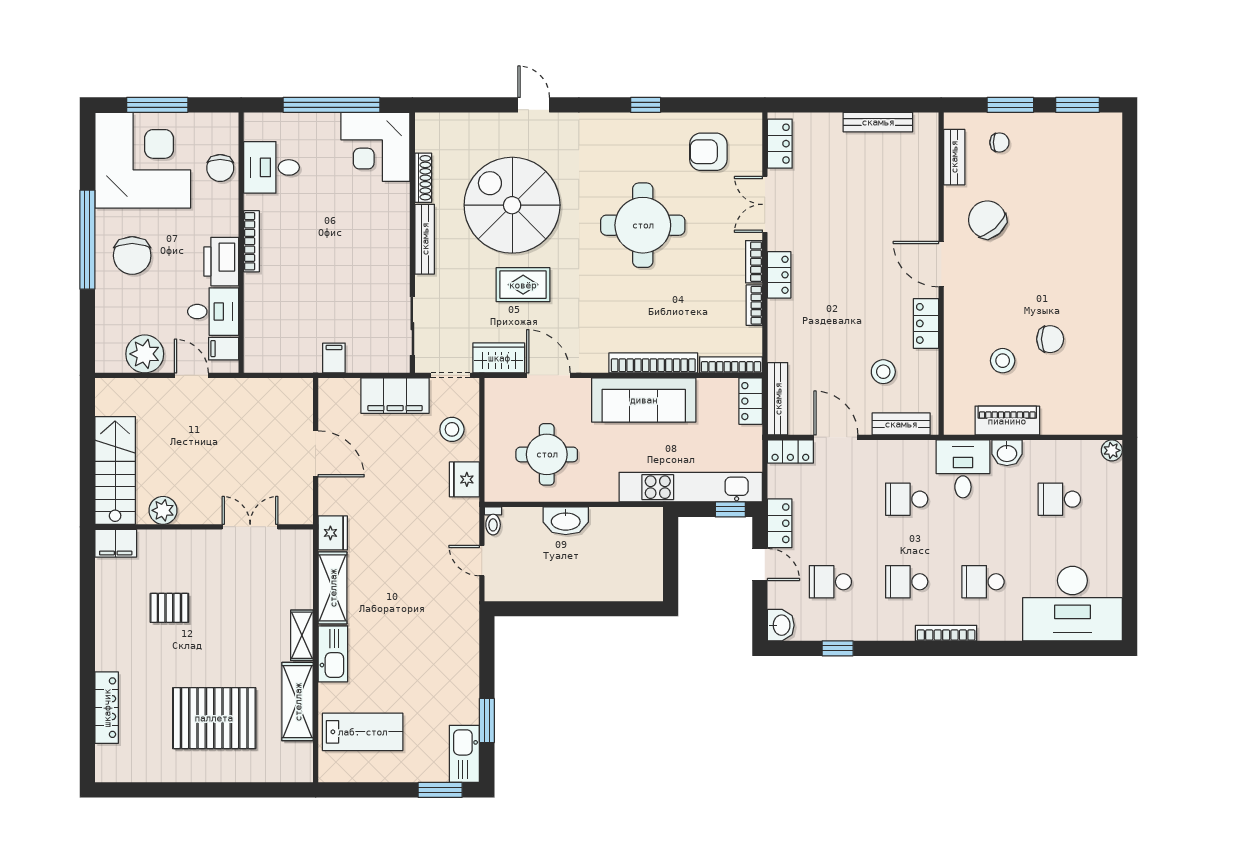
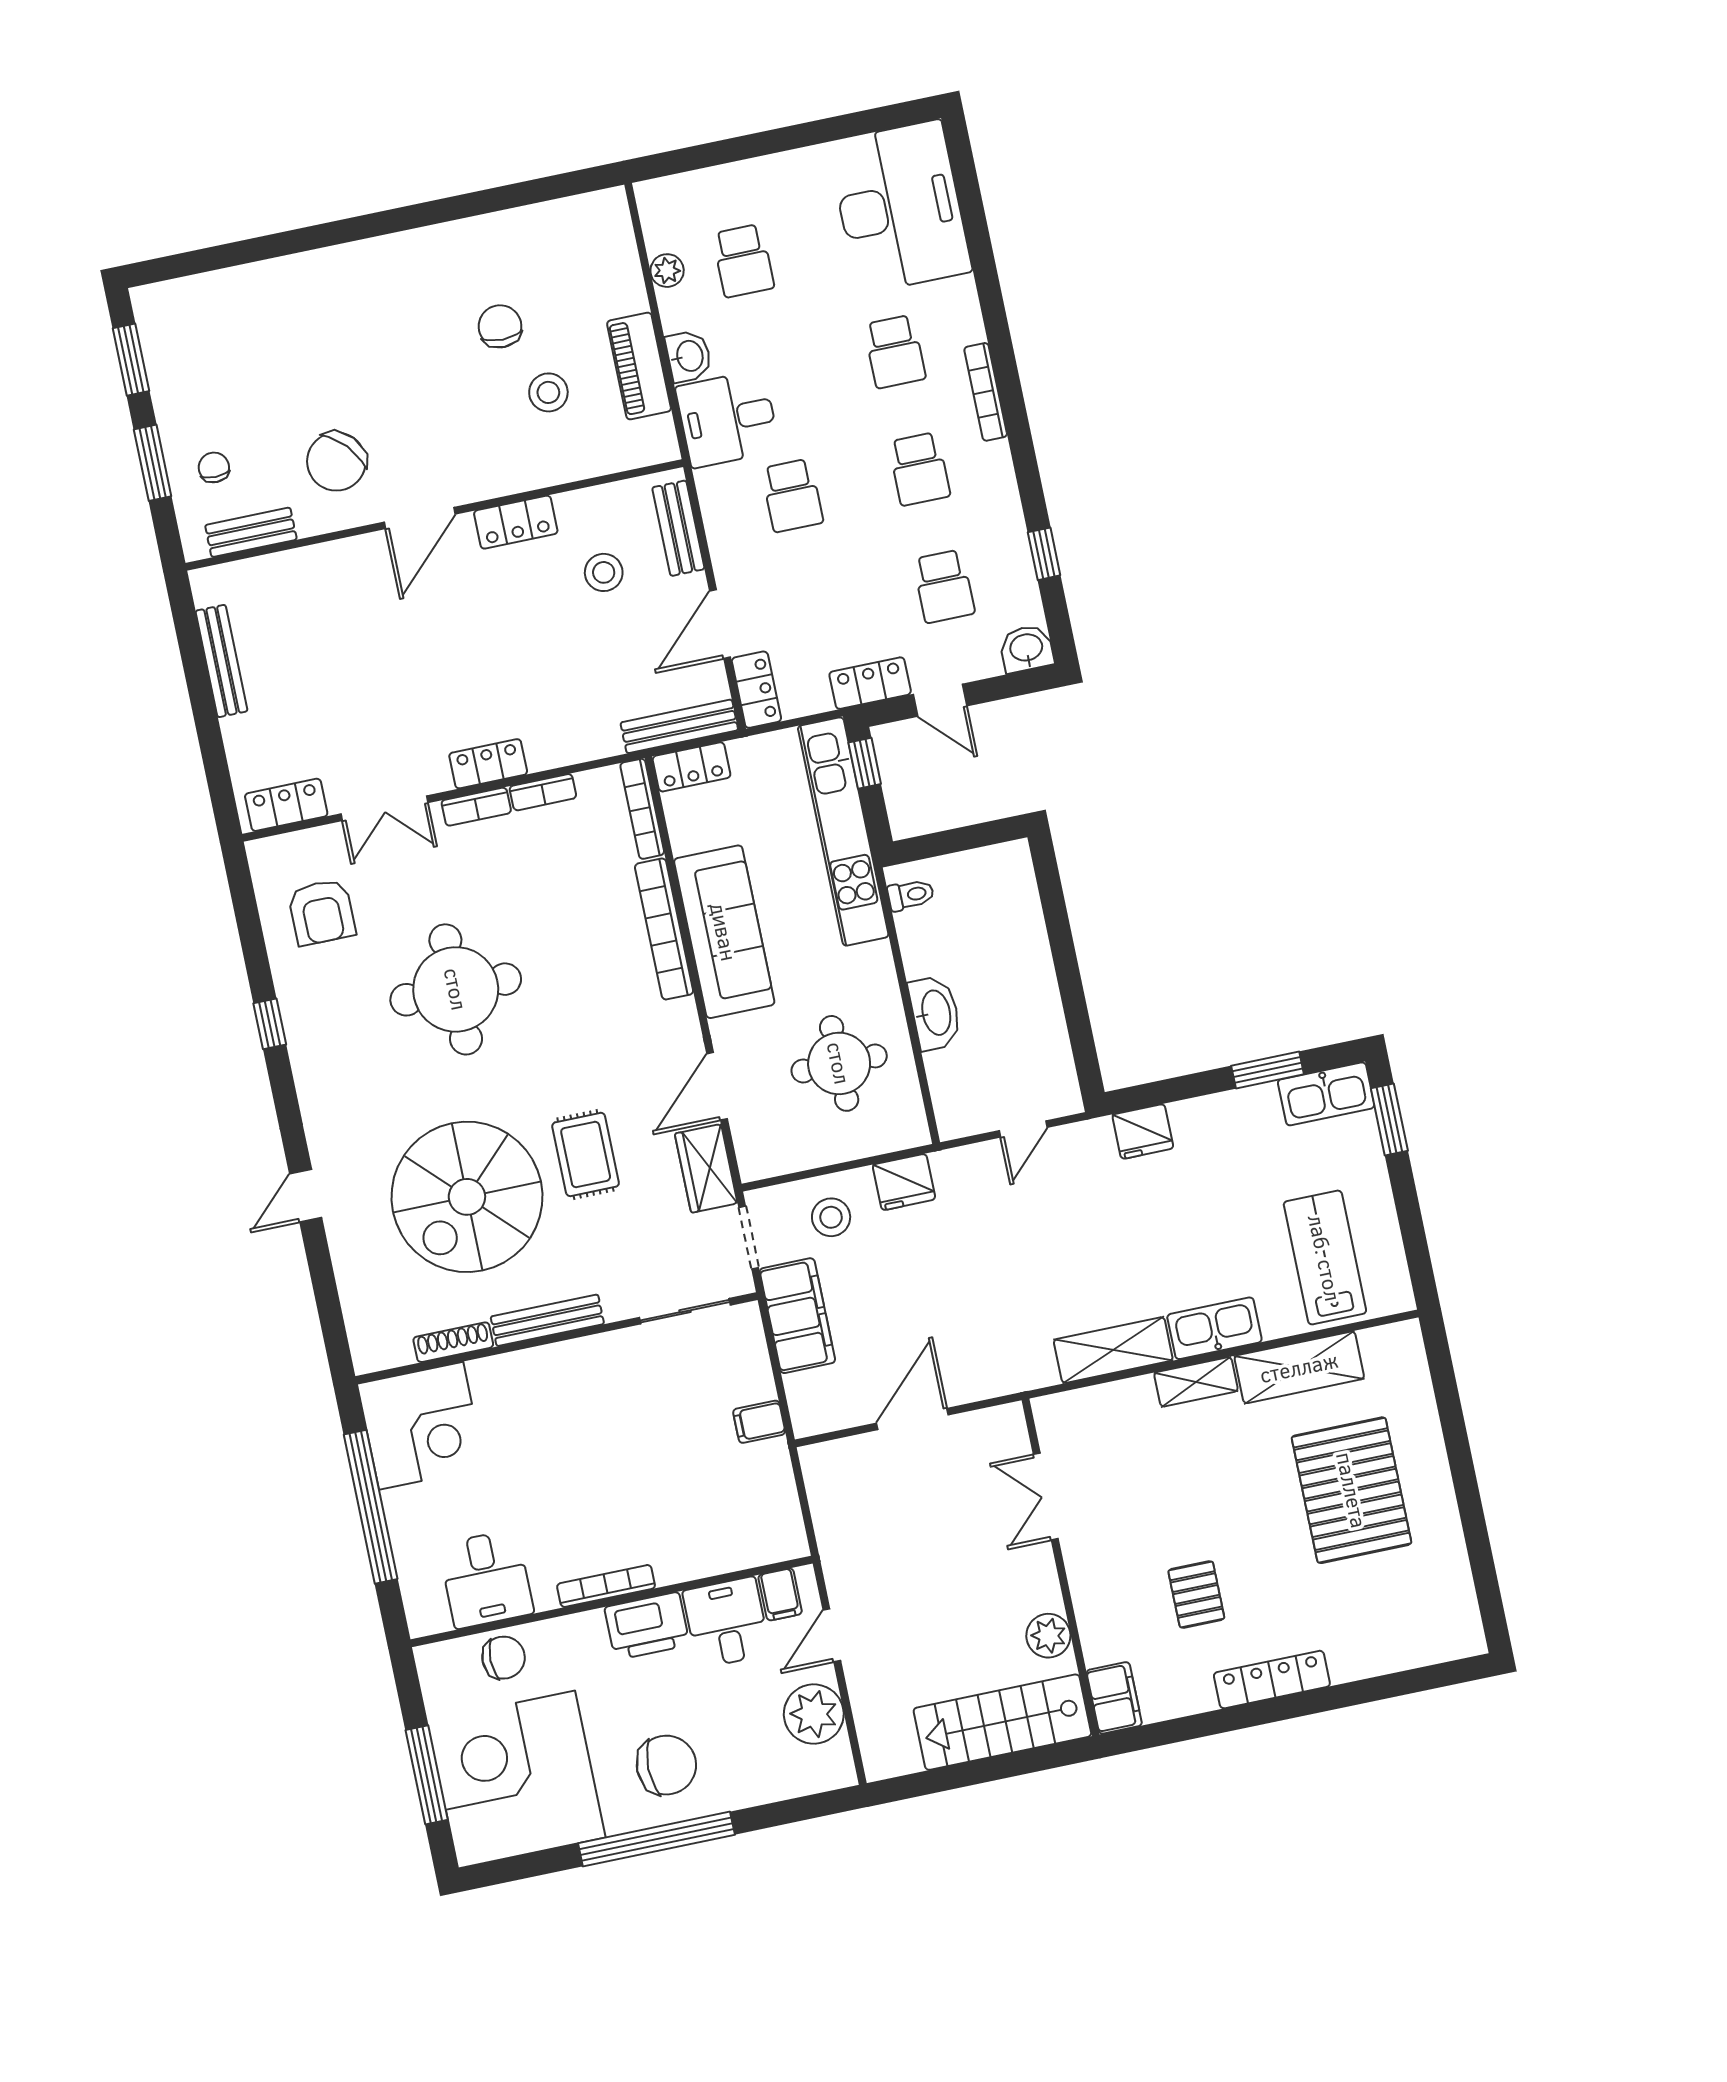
plant: (1112, 450) -> (667, 271), moved
toilet: (493, 521) -> (911, 895), moved
fridge: (333, 533) -> (1143, 1131), moved, turned 180
door: (760, 565) -> (940, 700), swing flipped
locker: (107, 708) -> (1272, 1680), moved

